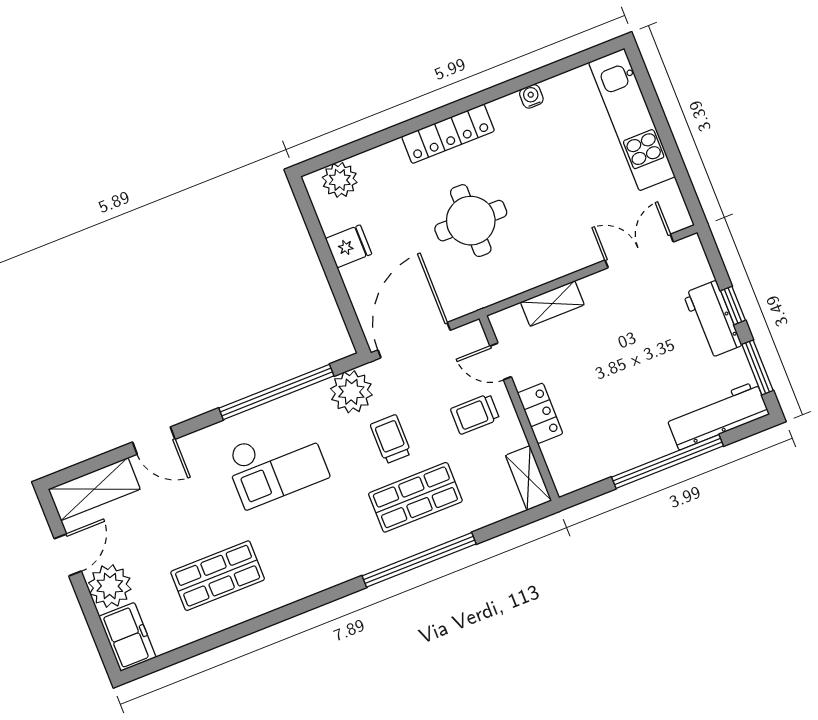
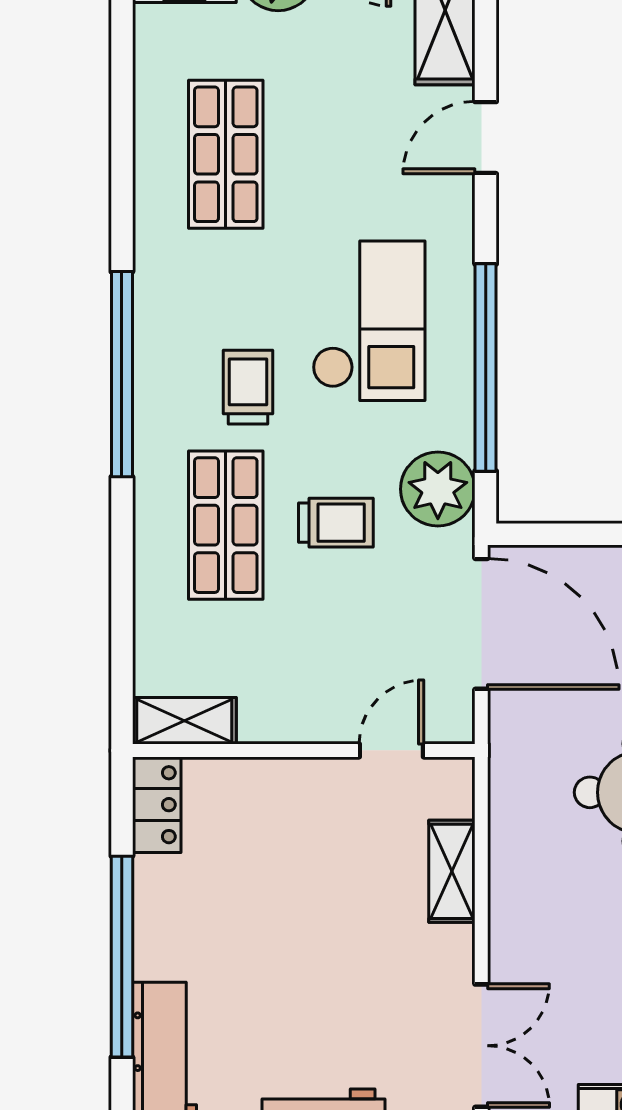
locker: (540, 413) -> (157, 805), moved, turned -90
trolley: (475, 414) -> (248, 387), moved
checkout: (276, 464) -> (369, 321), turned 180
window: (419, 560) -> (122, 374), moved

